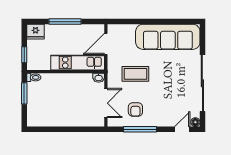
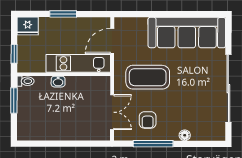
window: (65, 22) -> (63, 14), width x0.69
coffee table: (135, 74) -> (148, 77), width x1.36, depth x1.32
washbasin: (99, 78) -> (58, 82), moved
floor lamp: (195, 122) -> (185, 135), moved
door: (182, 129) -> (204, 144), removed

